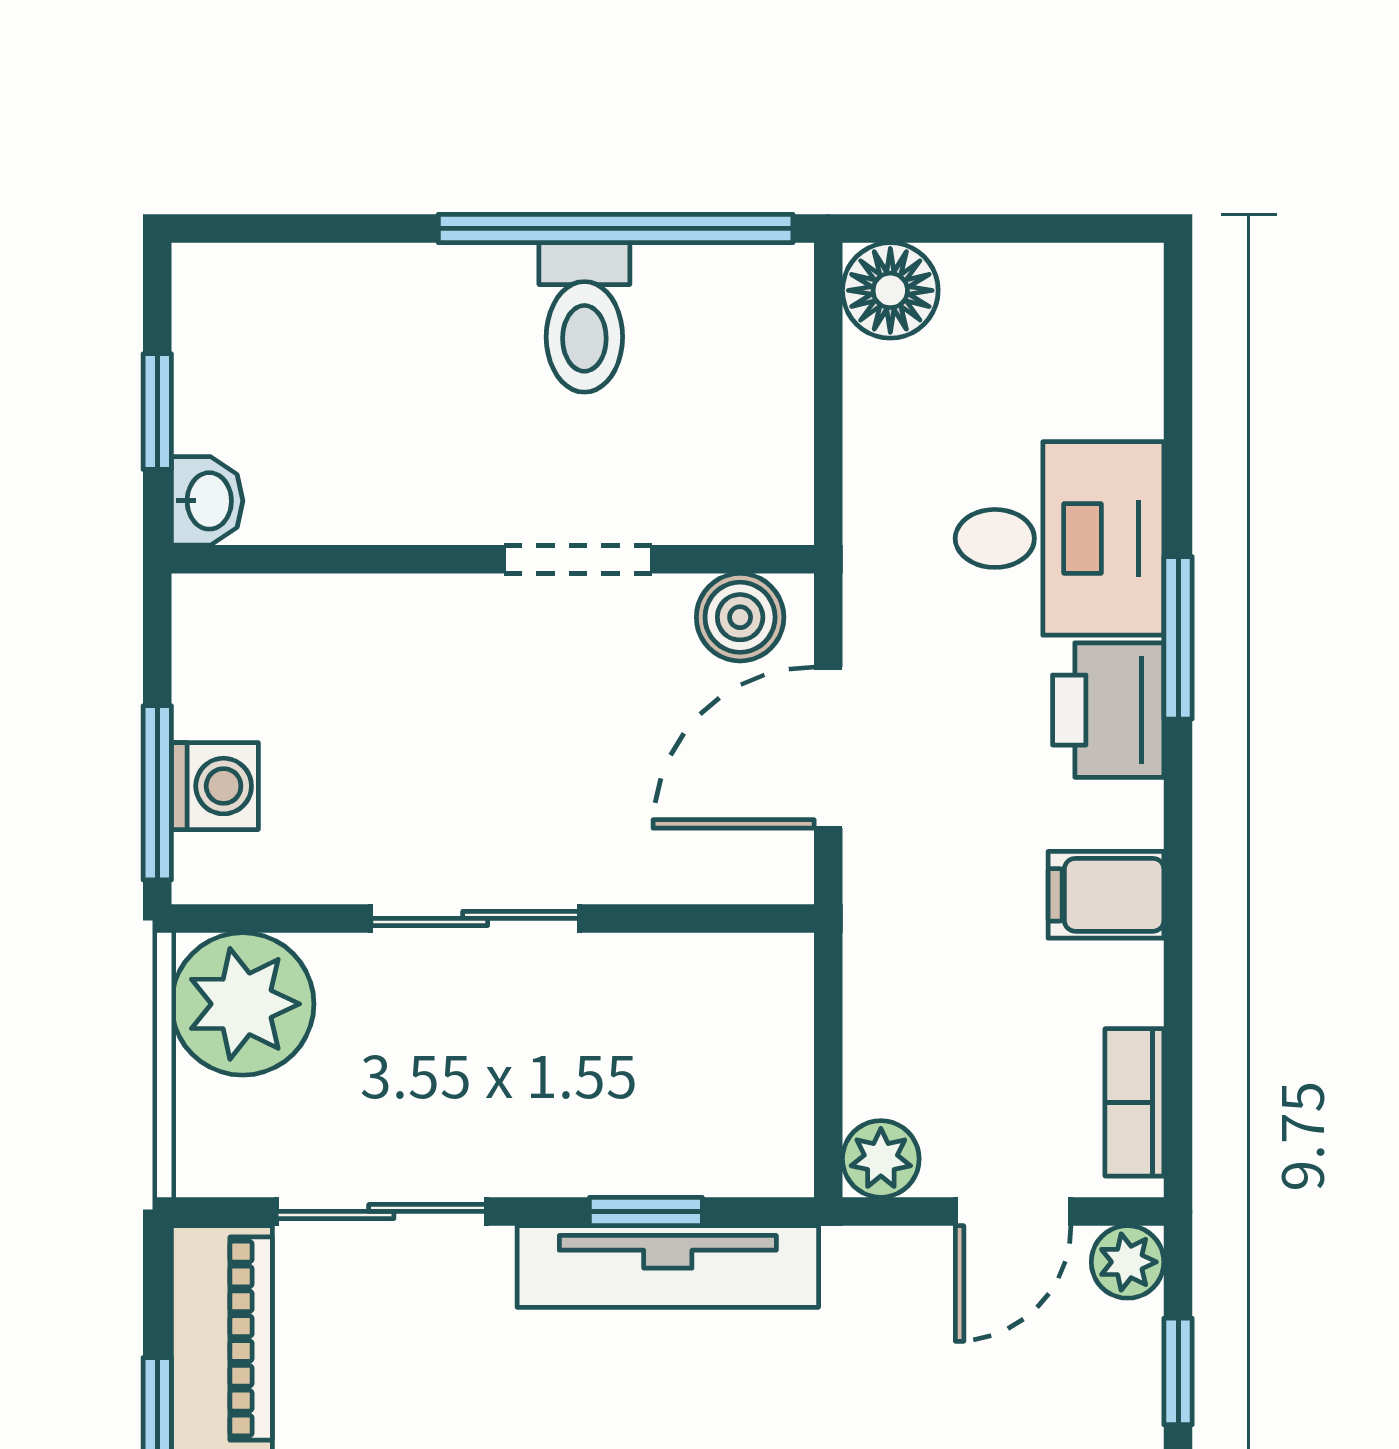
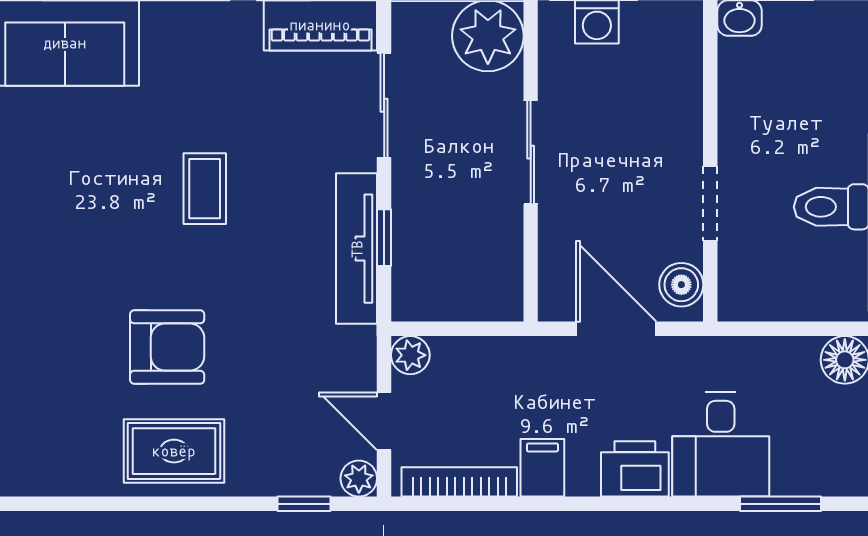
window: (1178, 638) -> (781, 504), moved
bookcase: (1134, 1102) -> (459, 482), width x1.56

